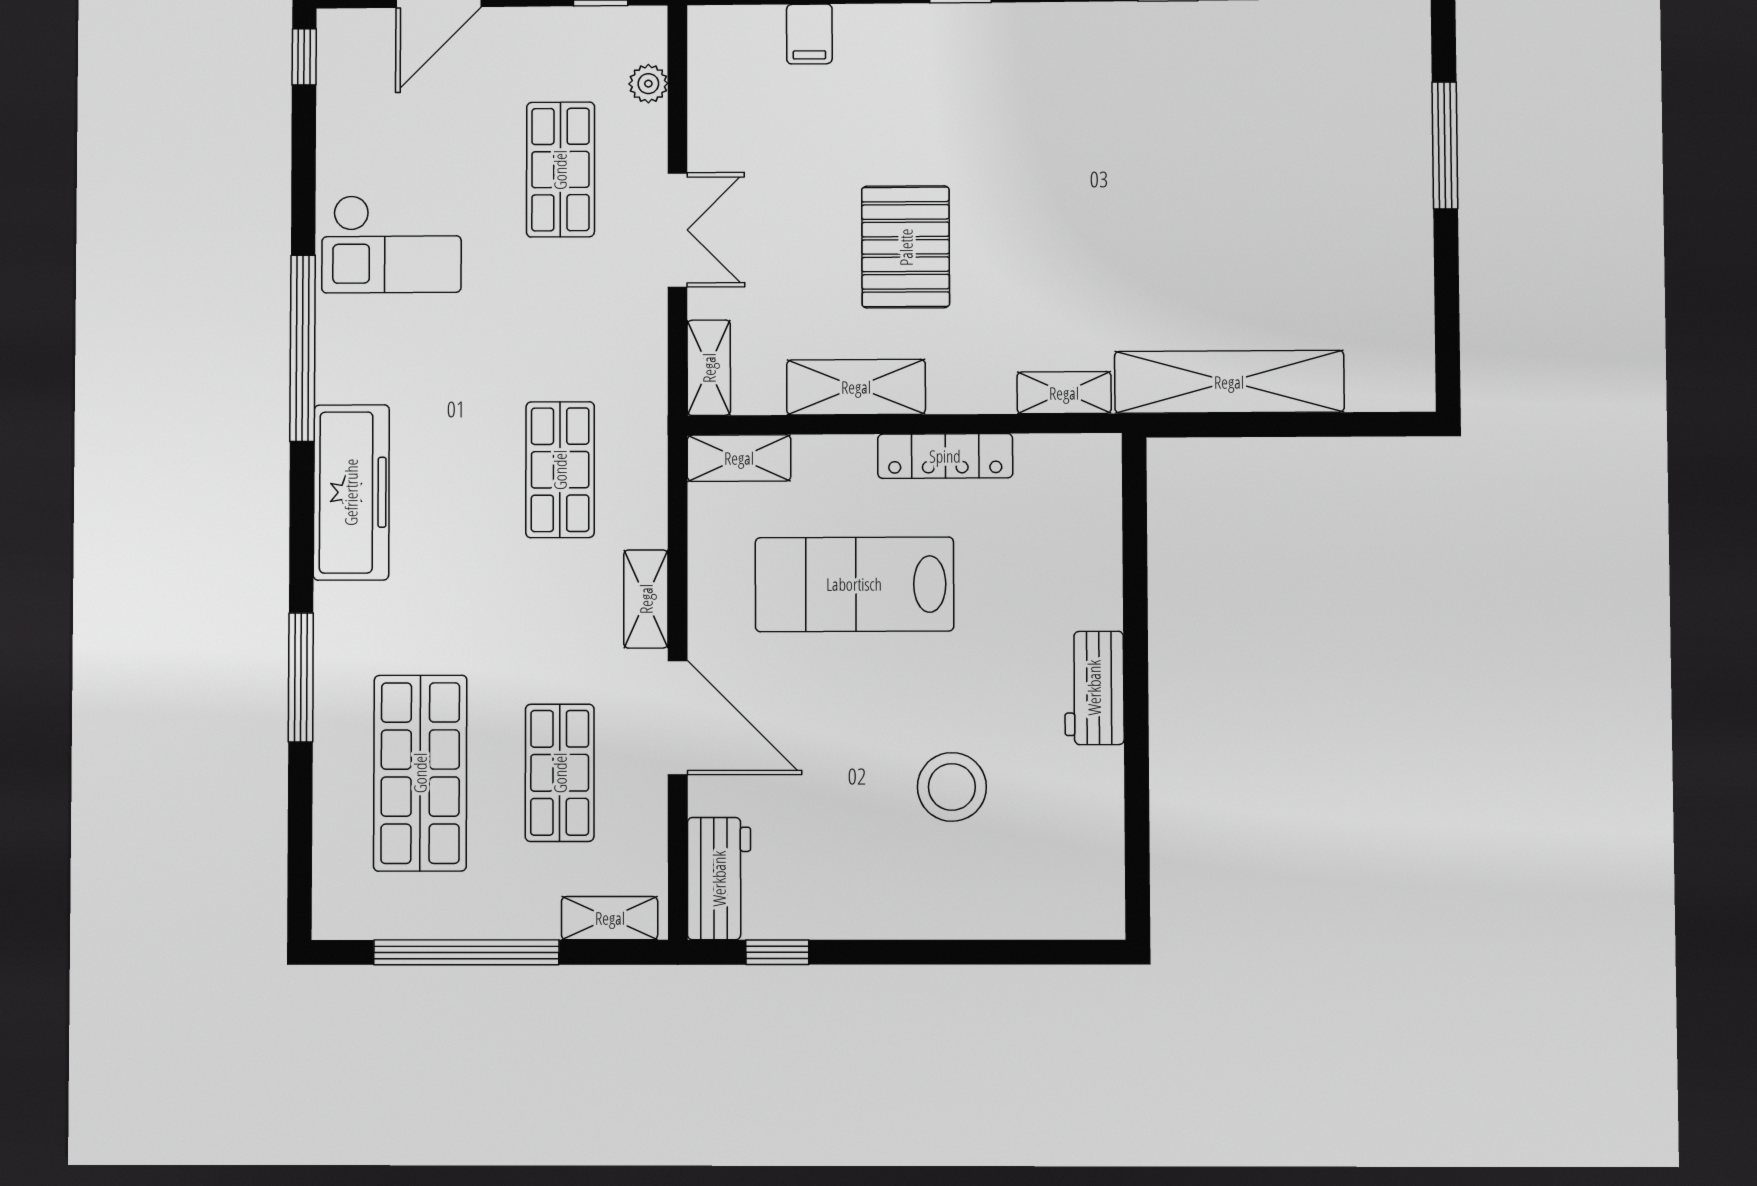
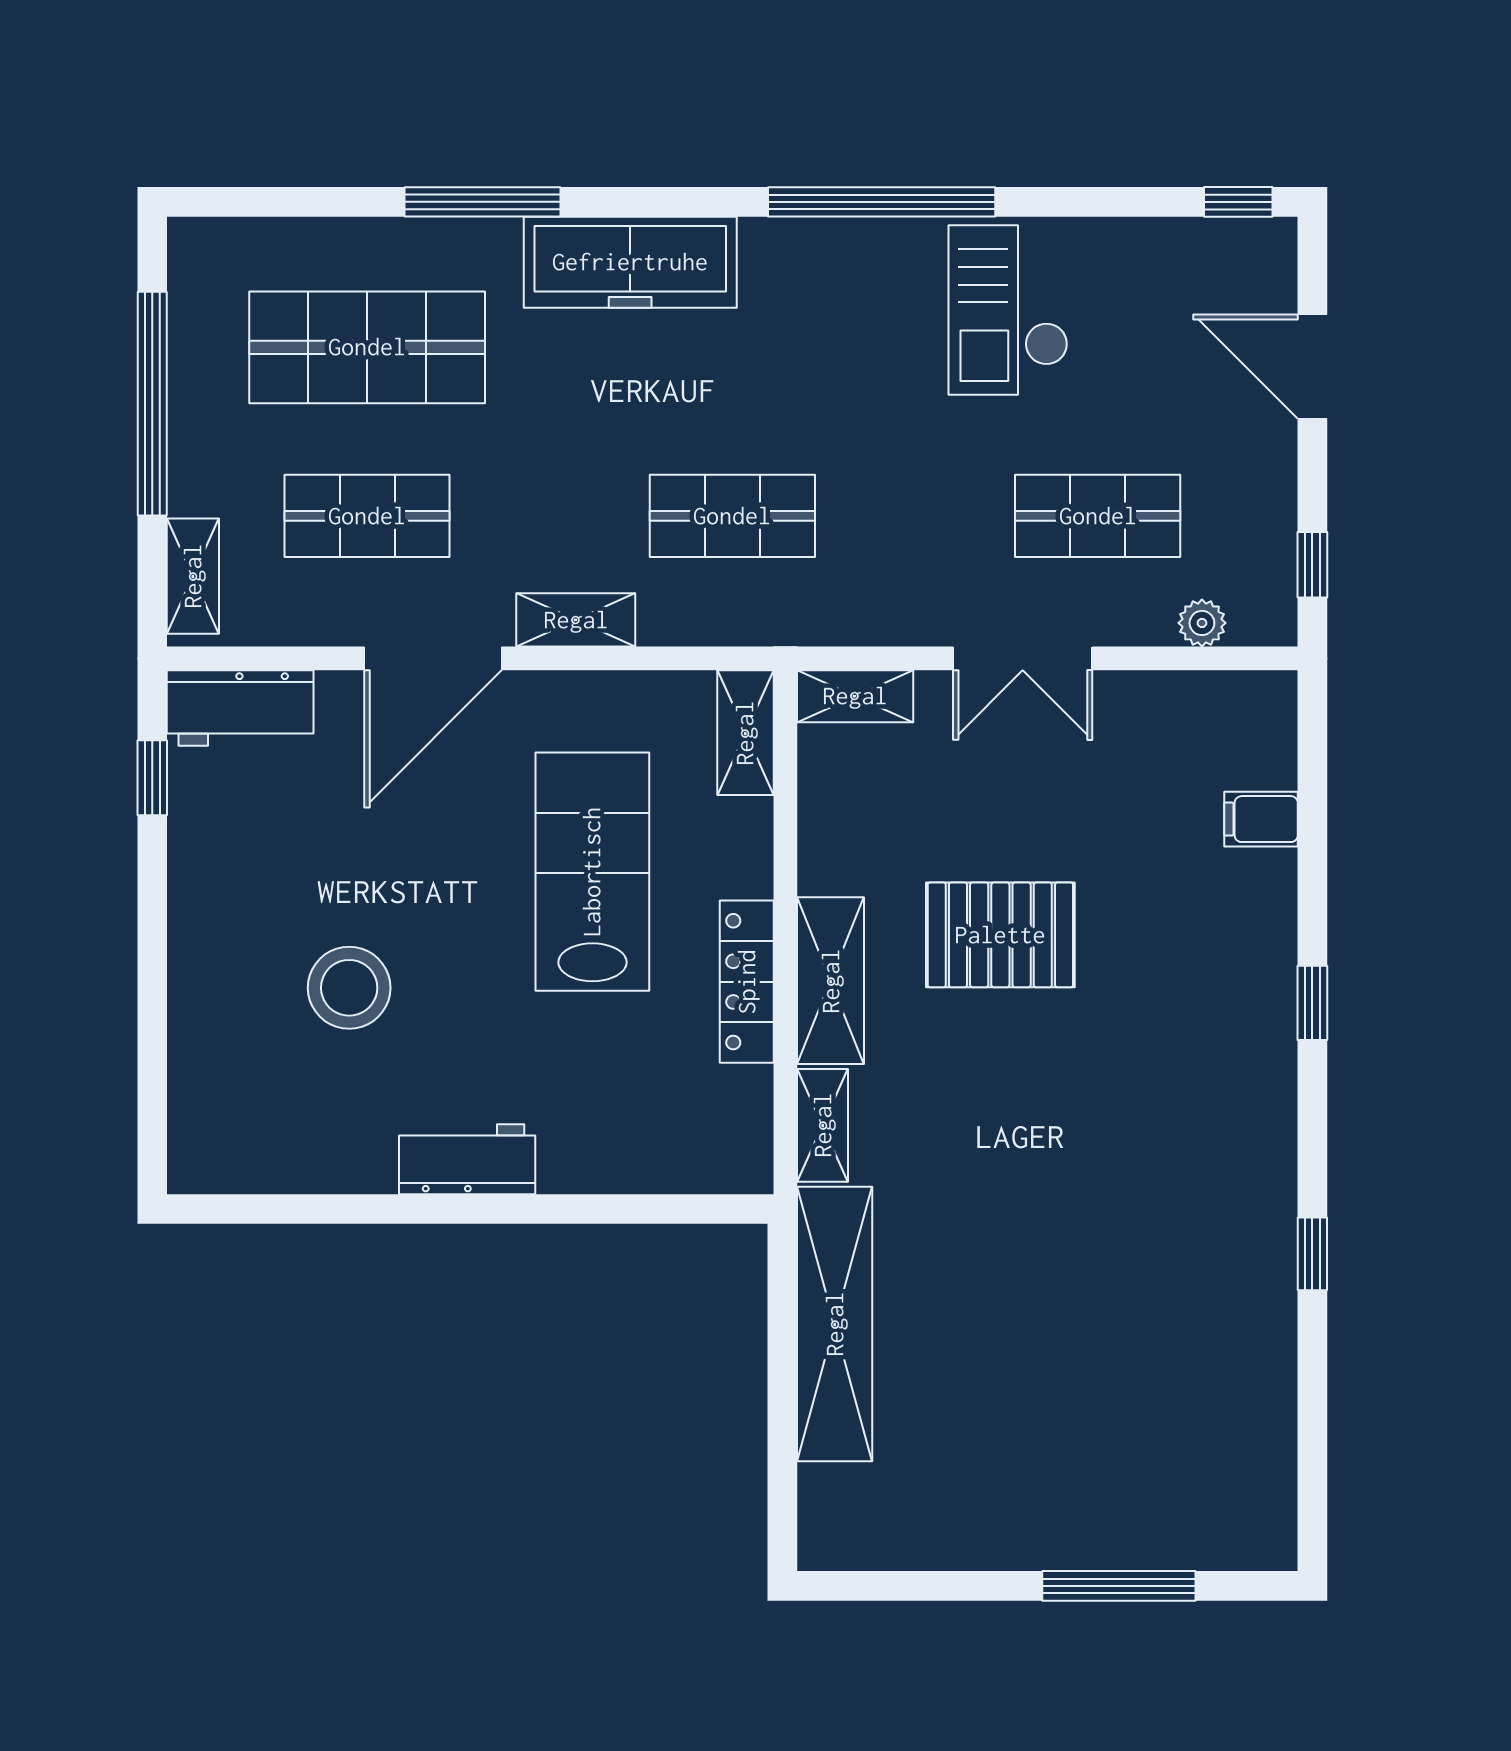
shelving: (856, 387) -> (831, 981), moved
freezer: (351, 492) -> (630, 262), moved

